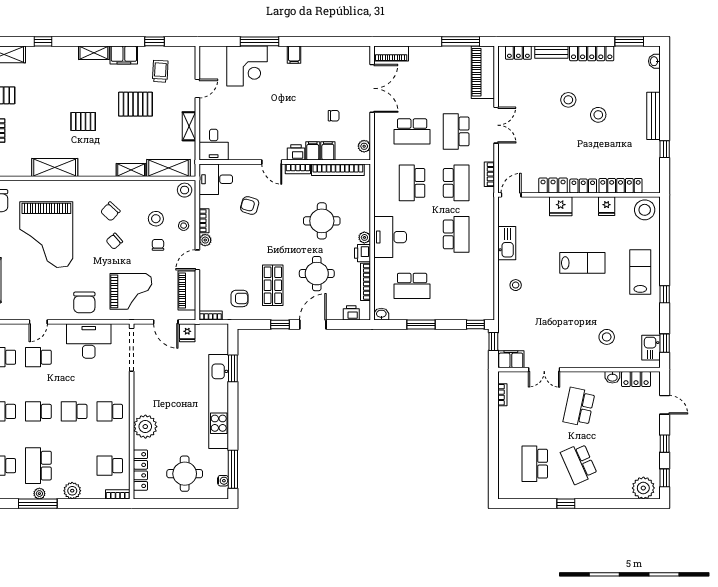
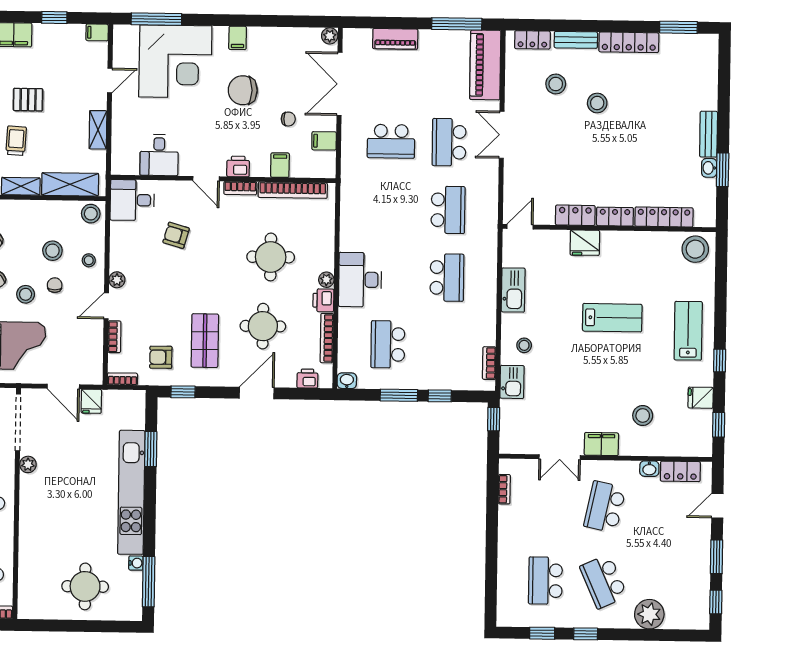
window: (259, 41) -> (156, 19), moved
filing cabinet: (187, 52) -> (97, 32), added
piano: (391, 53) -> (395, 39), moved
washbasin: (654, 61) -> (709, 168), moved
corner desk: (247, 66) -> (175, 61), width x1.36, depth x1.36
trolley: (160, 71) -> (16, 141), moved
double door: (372, 88) -> (339, 84), swing flipped
chair: (299, 94) -> (243, 90), added
pallet: (135, 104) -> (28, 100), width x0.67, depth x0.71
stool: (598, 115) -> (556, 84), moved
bench: (653, 116) -> (709, 134), width x0.73
double door: (496, 125) -> (502, 135), swing flipped
desk: (214, 145) -> (159, 155), moved
plant: (364, 146) -> (330, 36), moved
window: (665, 149) -> (723, 170), width x1.50
filing cabinet: (313, 151) -> (324, 141), moved, turned -90
bookcase: (489, 174) -> (489, 363), moved
school desk: (412, 183) -> (390, 209), removed
fridge: (607, 206) -> (701, 398), moved, turned 90
bookcase: (204, 221) -> (114, 337), moved
stool: (136, 252) -> (26, 294), added
school desk: (412, 286) -> (388, 344), turned 90
piano: (187, 290) -> (92, 346), removed
armchair: (240, 298) -> (161, 357), turned 180
window: (280, 324) -> (183, 392), moved
window: (475, 324) -> (440, 396), moved
kitchen sink: (651, 348) -> (512, 382), moved, turned 180
filing cabinet: (511, 359) -> (601, 444), moved
door: (665, 405) -> (717, 506), swing flipped
plant: (145, 427) -> (28, 464), moved, width x0.53, depth x0.53
window: (665, 444) -> (717, 557), width x1.50
locker: (140, 470) -> (27, 581), removed
water cooler: (223, 481) -> (136, 563), moved
plant: (643, 488) -> (649, 614), moved
window: (533, 504) -> (542, 633), added

